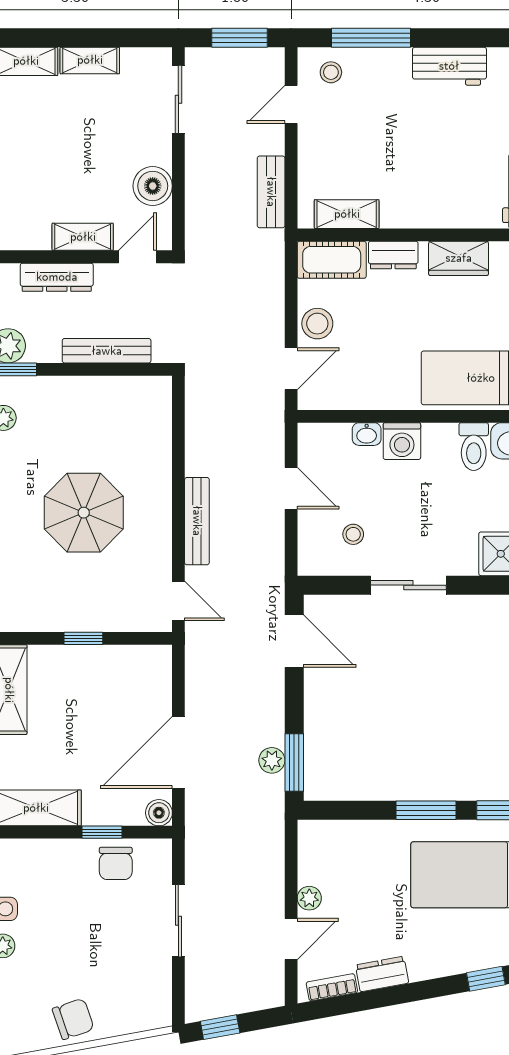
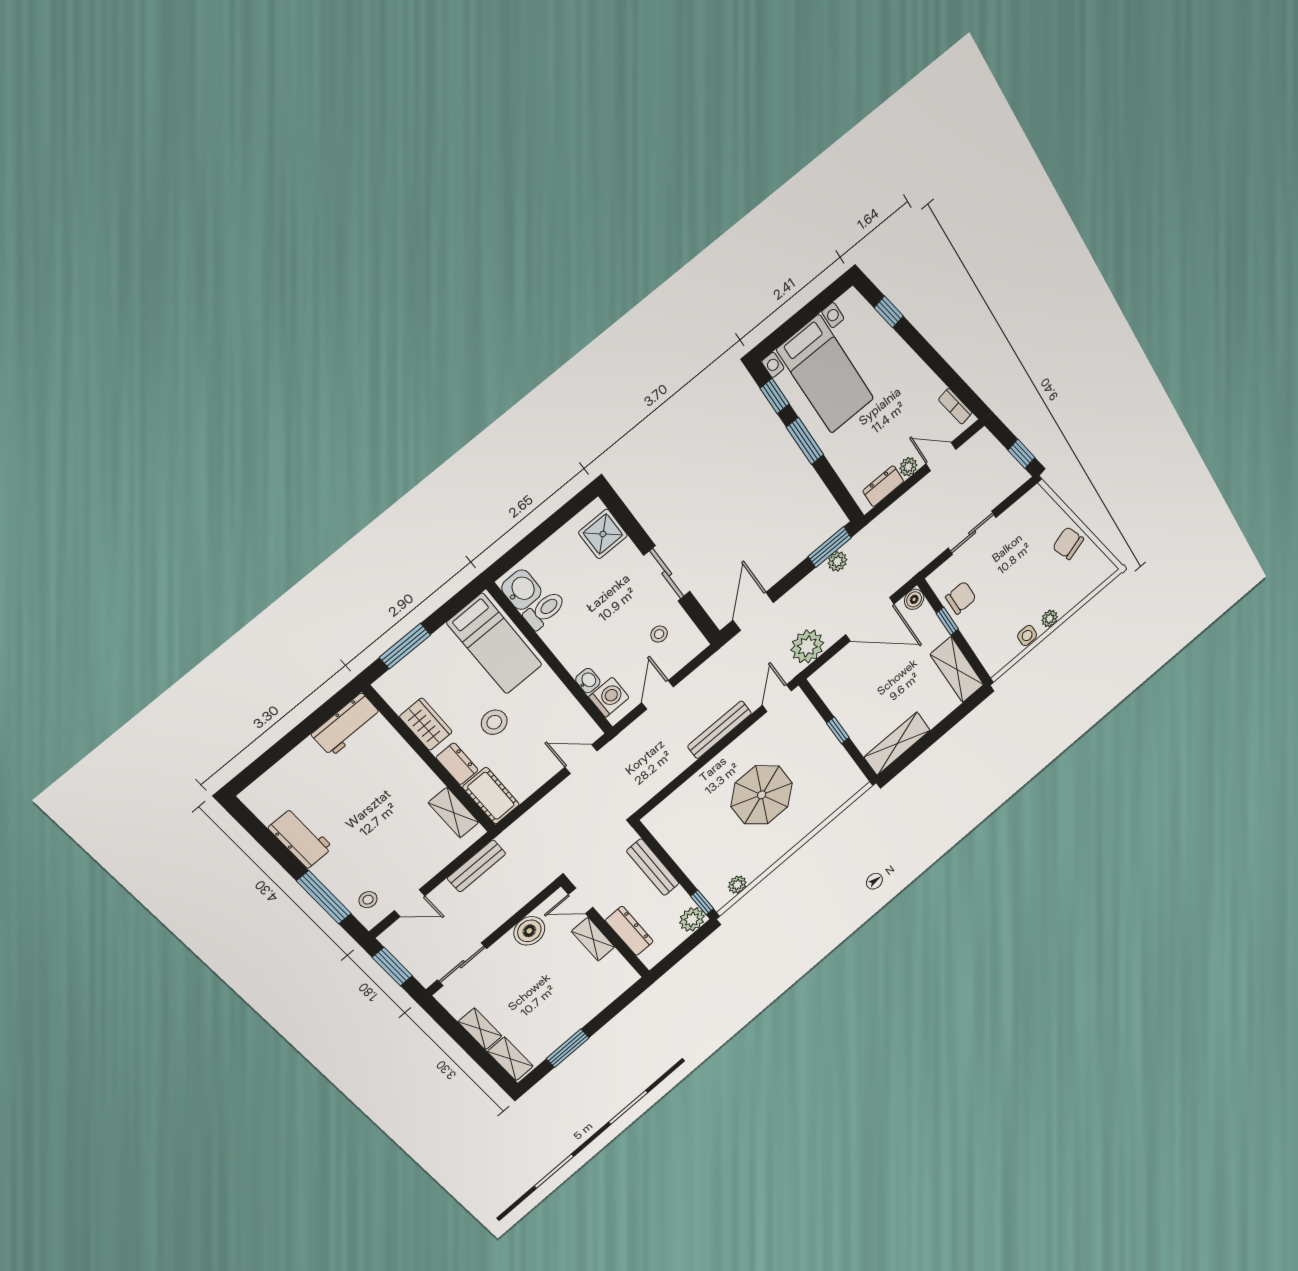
stool: (317, 324) -> (494, 722), moved
washing machine: (402, 441) -> (609, 697), moved
plant: (207, 669) -> (807, 646), added
dresser: (382, 974) -> (883, 486), moved, turned 100

